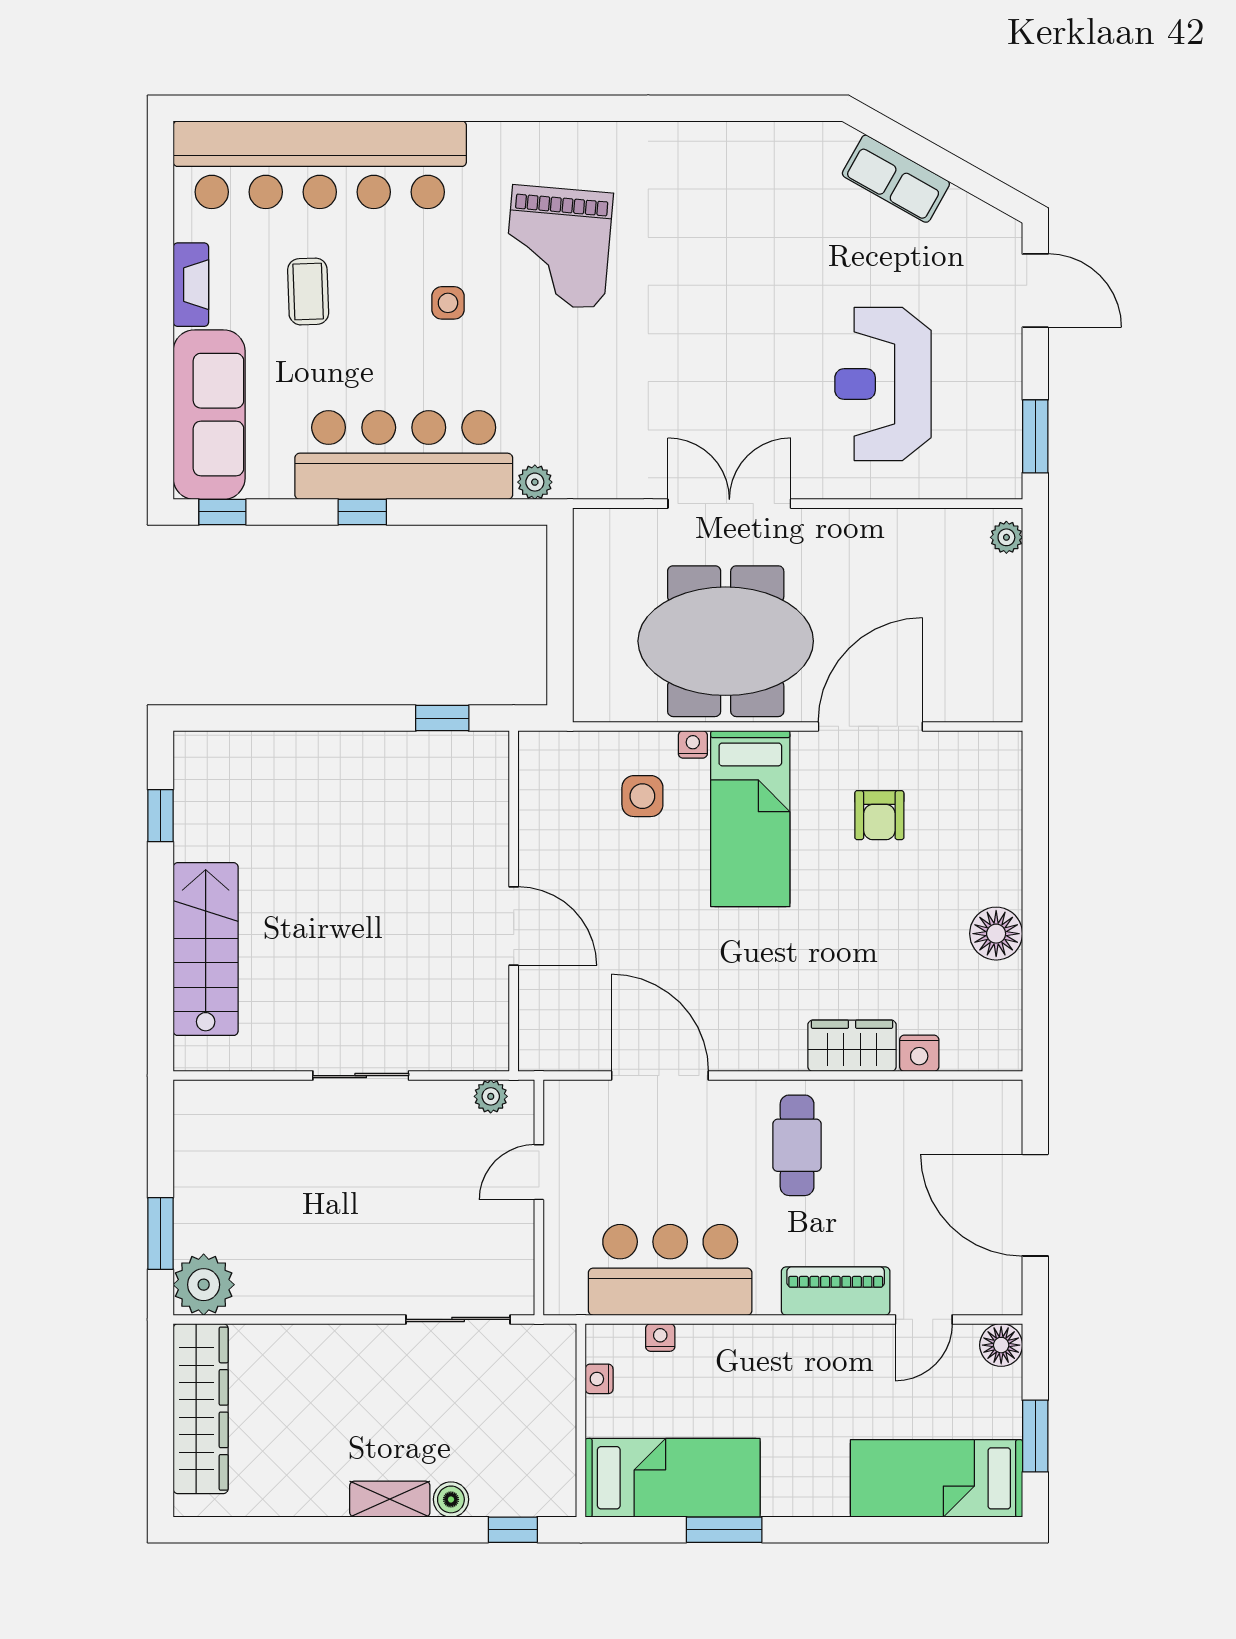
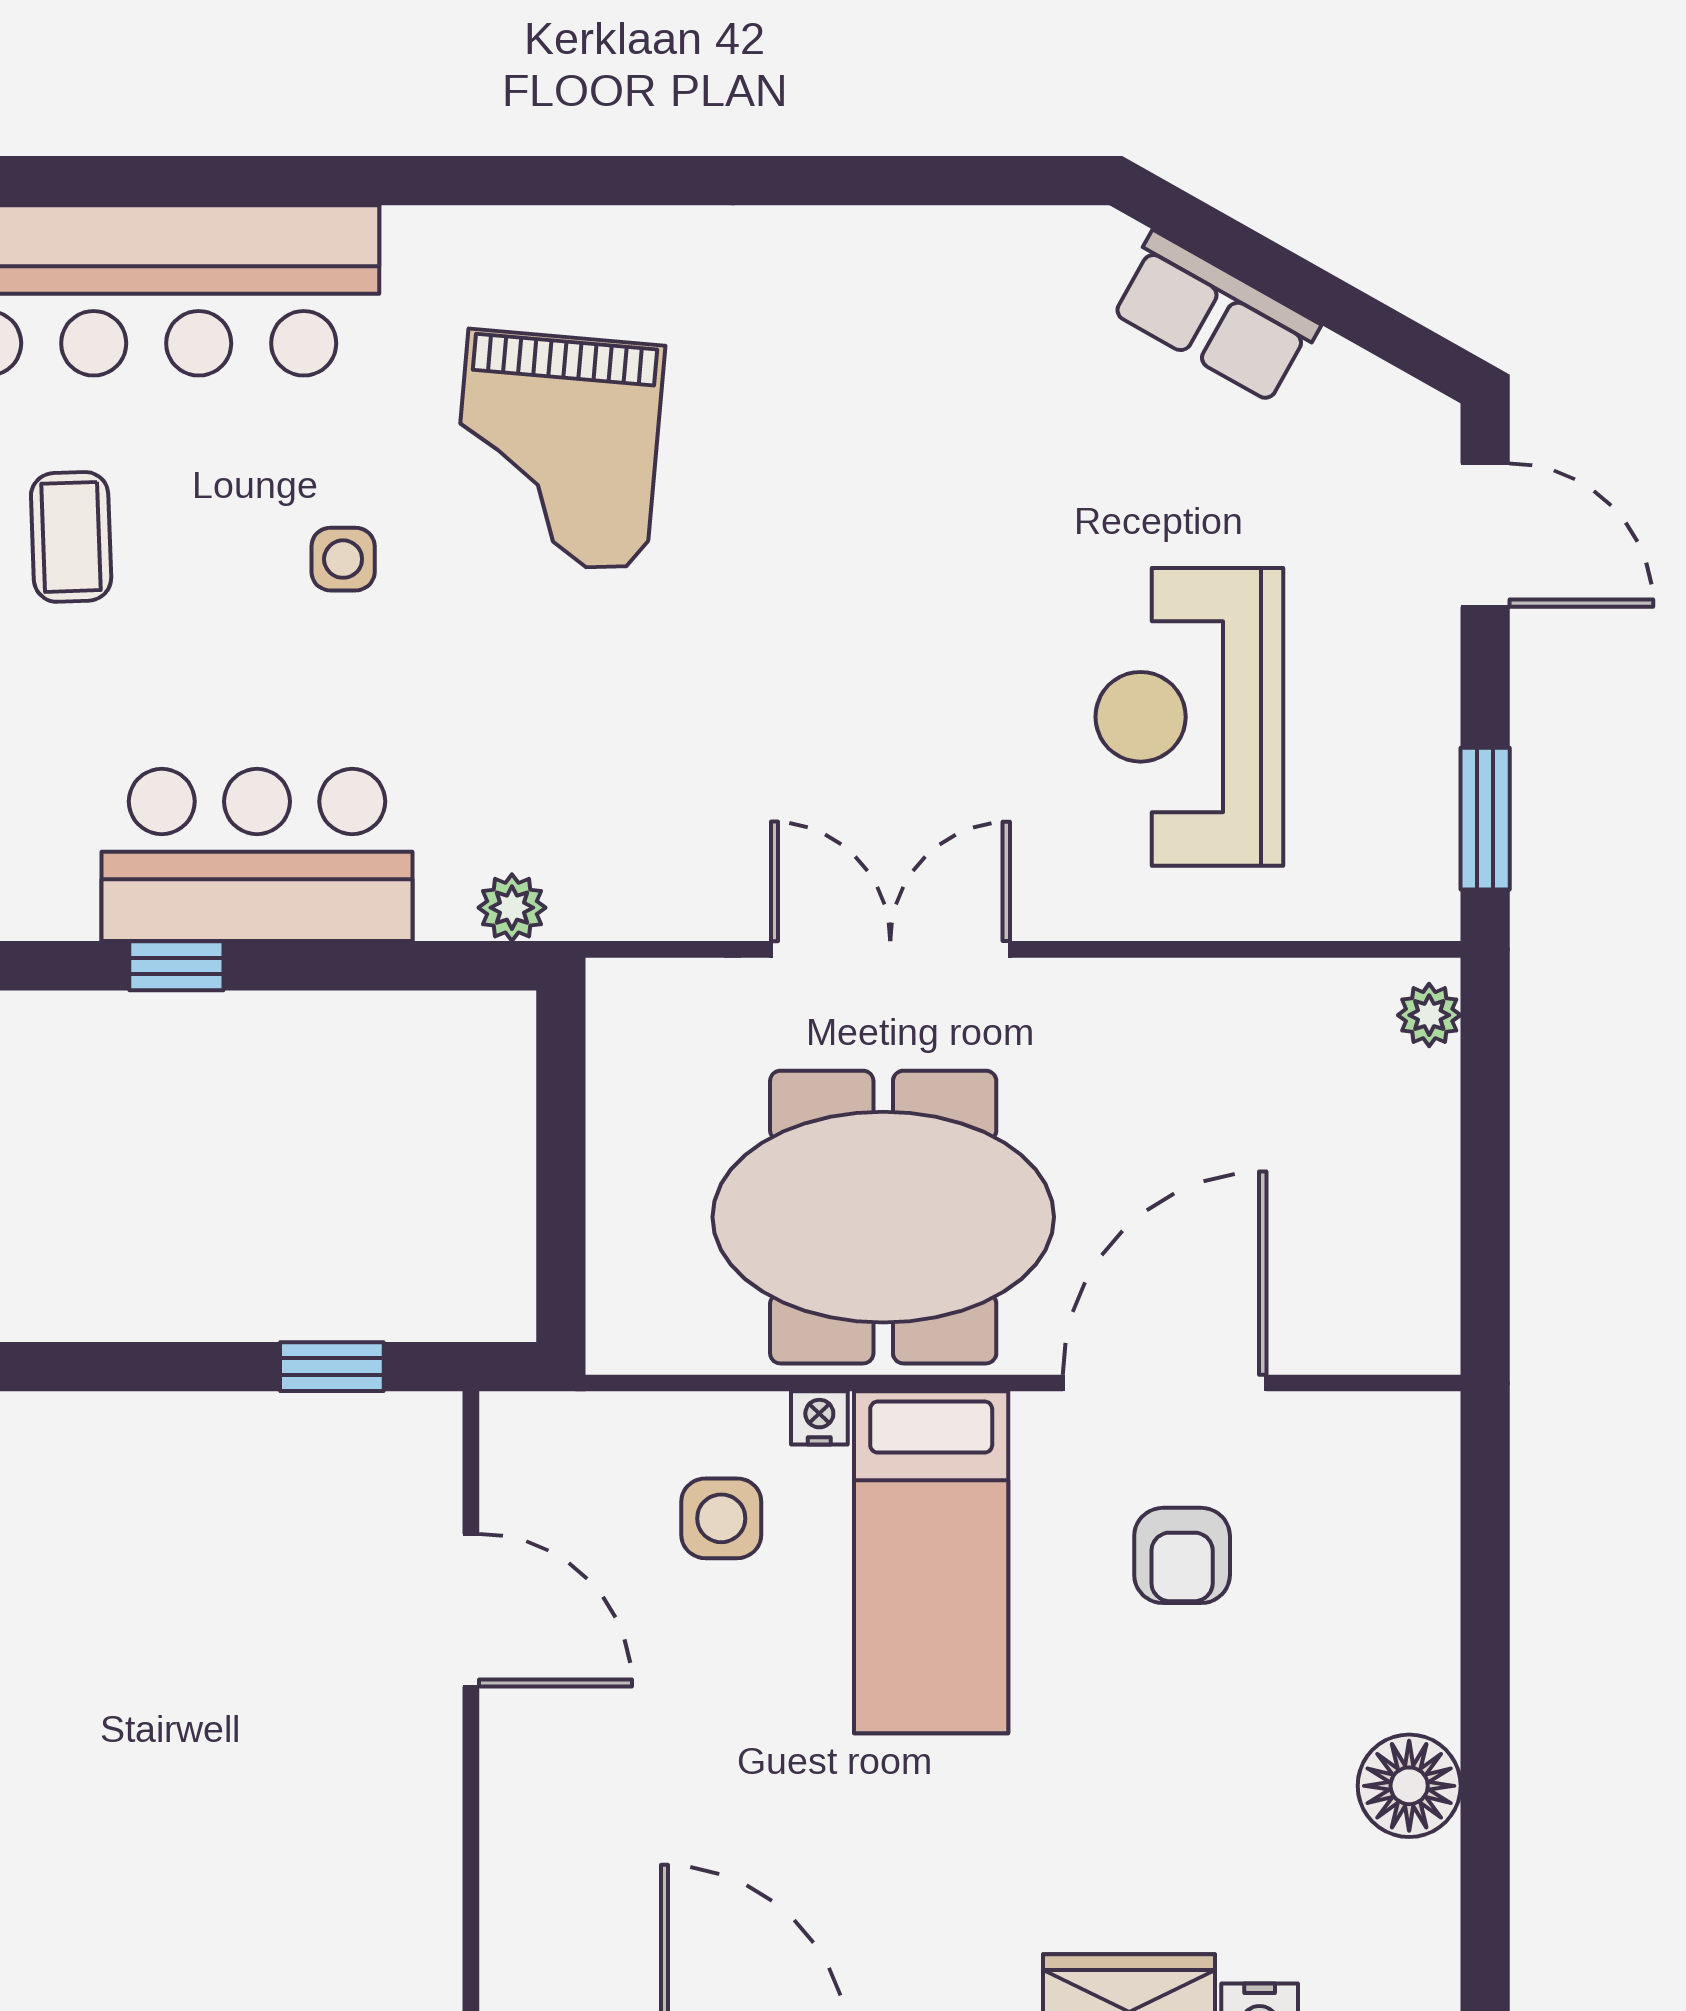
bar counter: (404, 455) -> (257, 855), width x0.73
door: (514, 926) -> (471, 1610), moved

